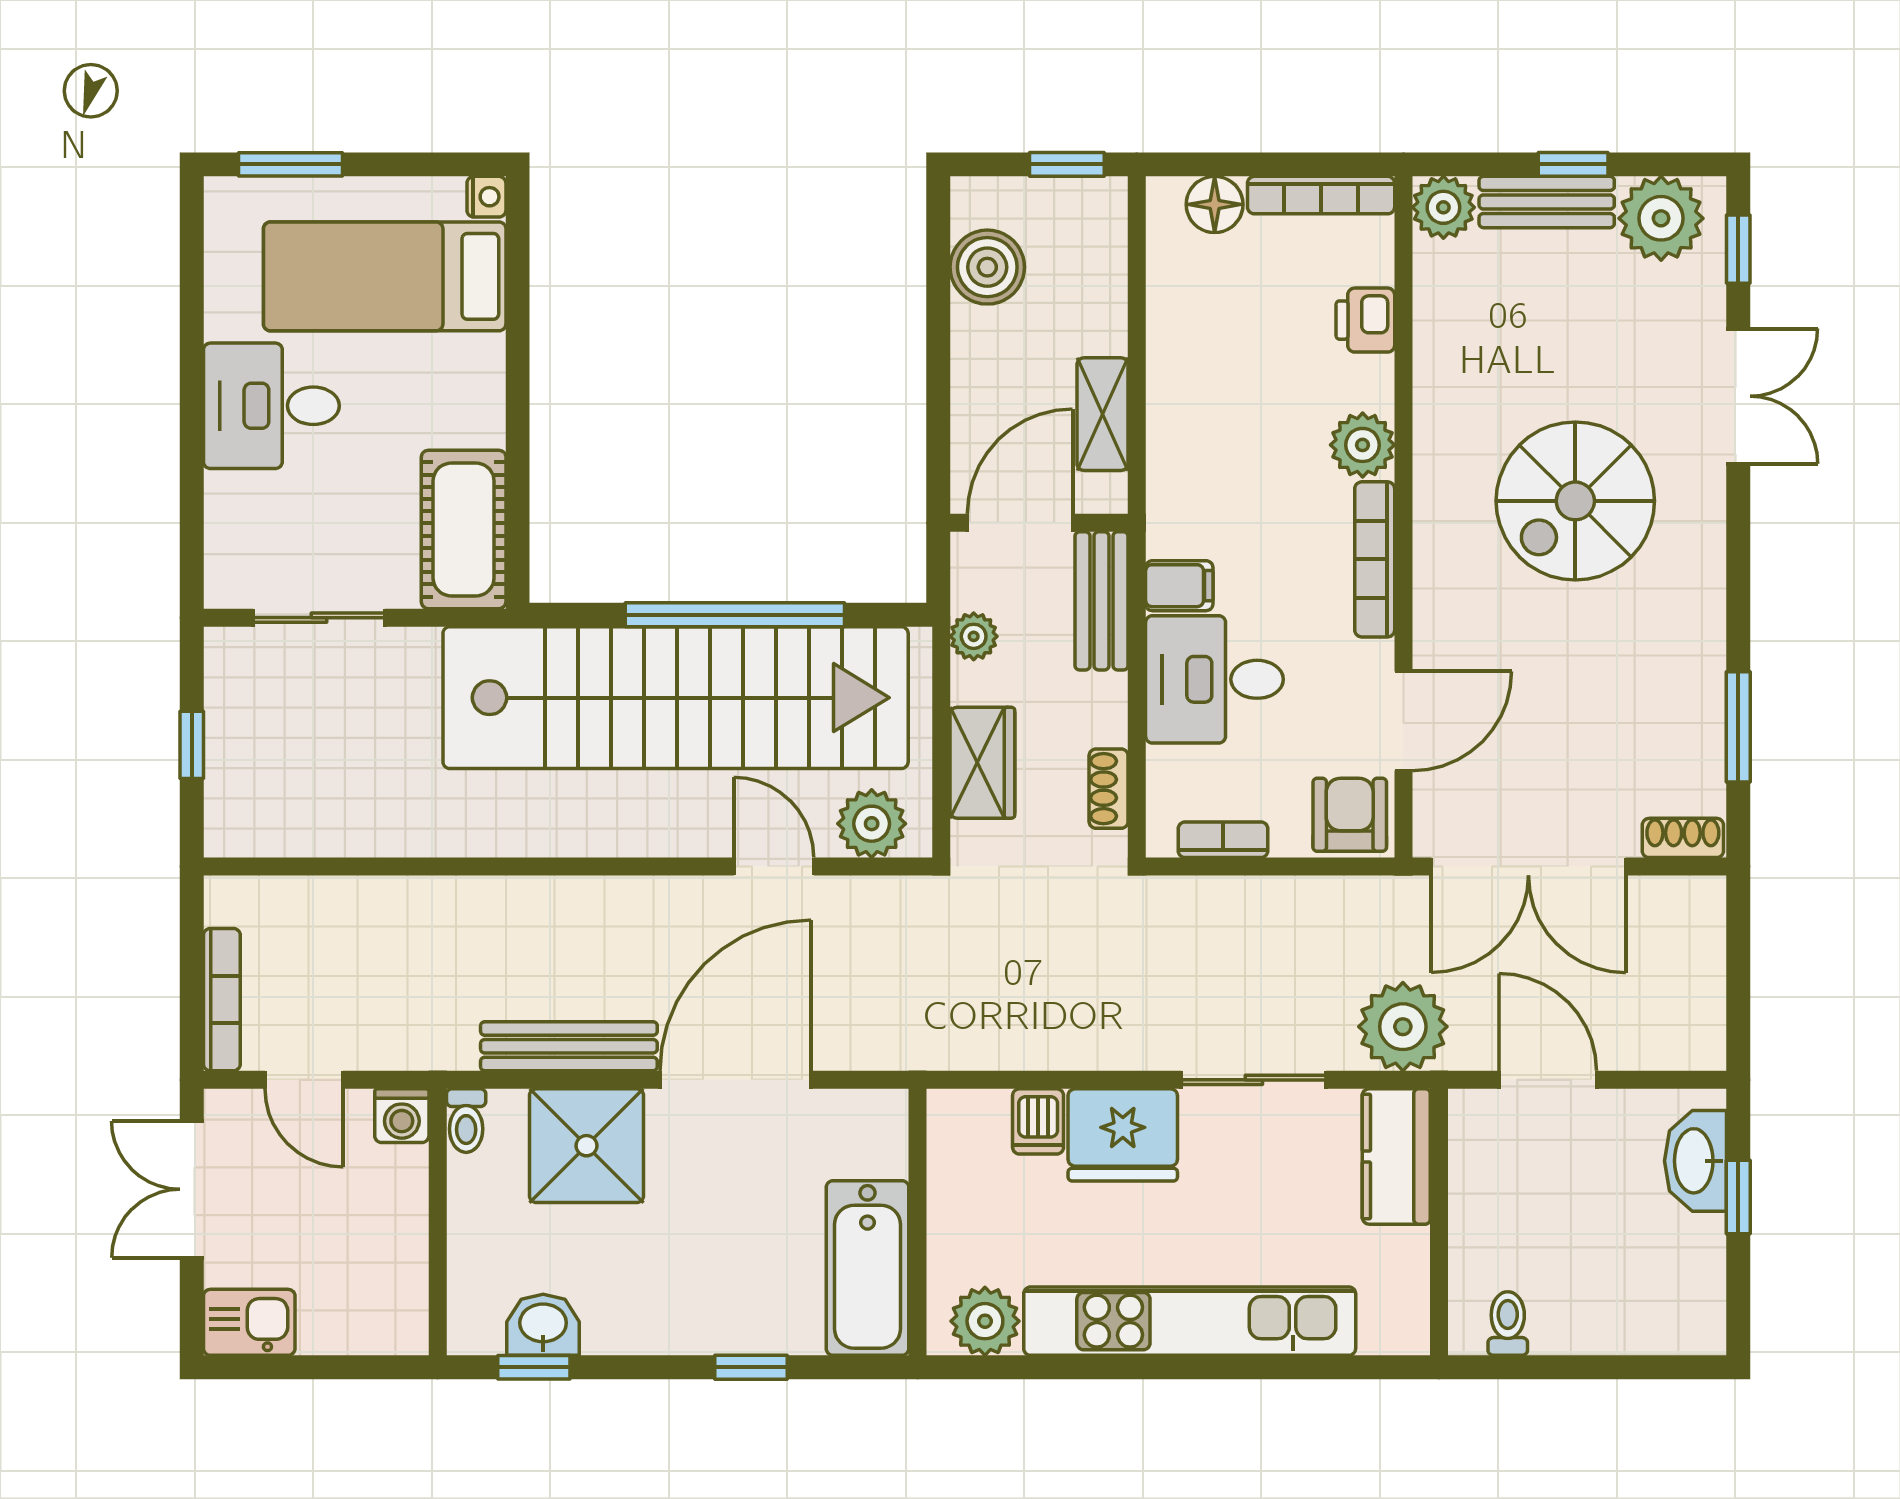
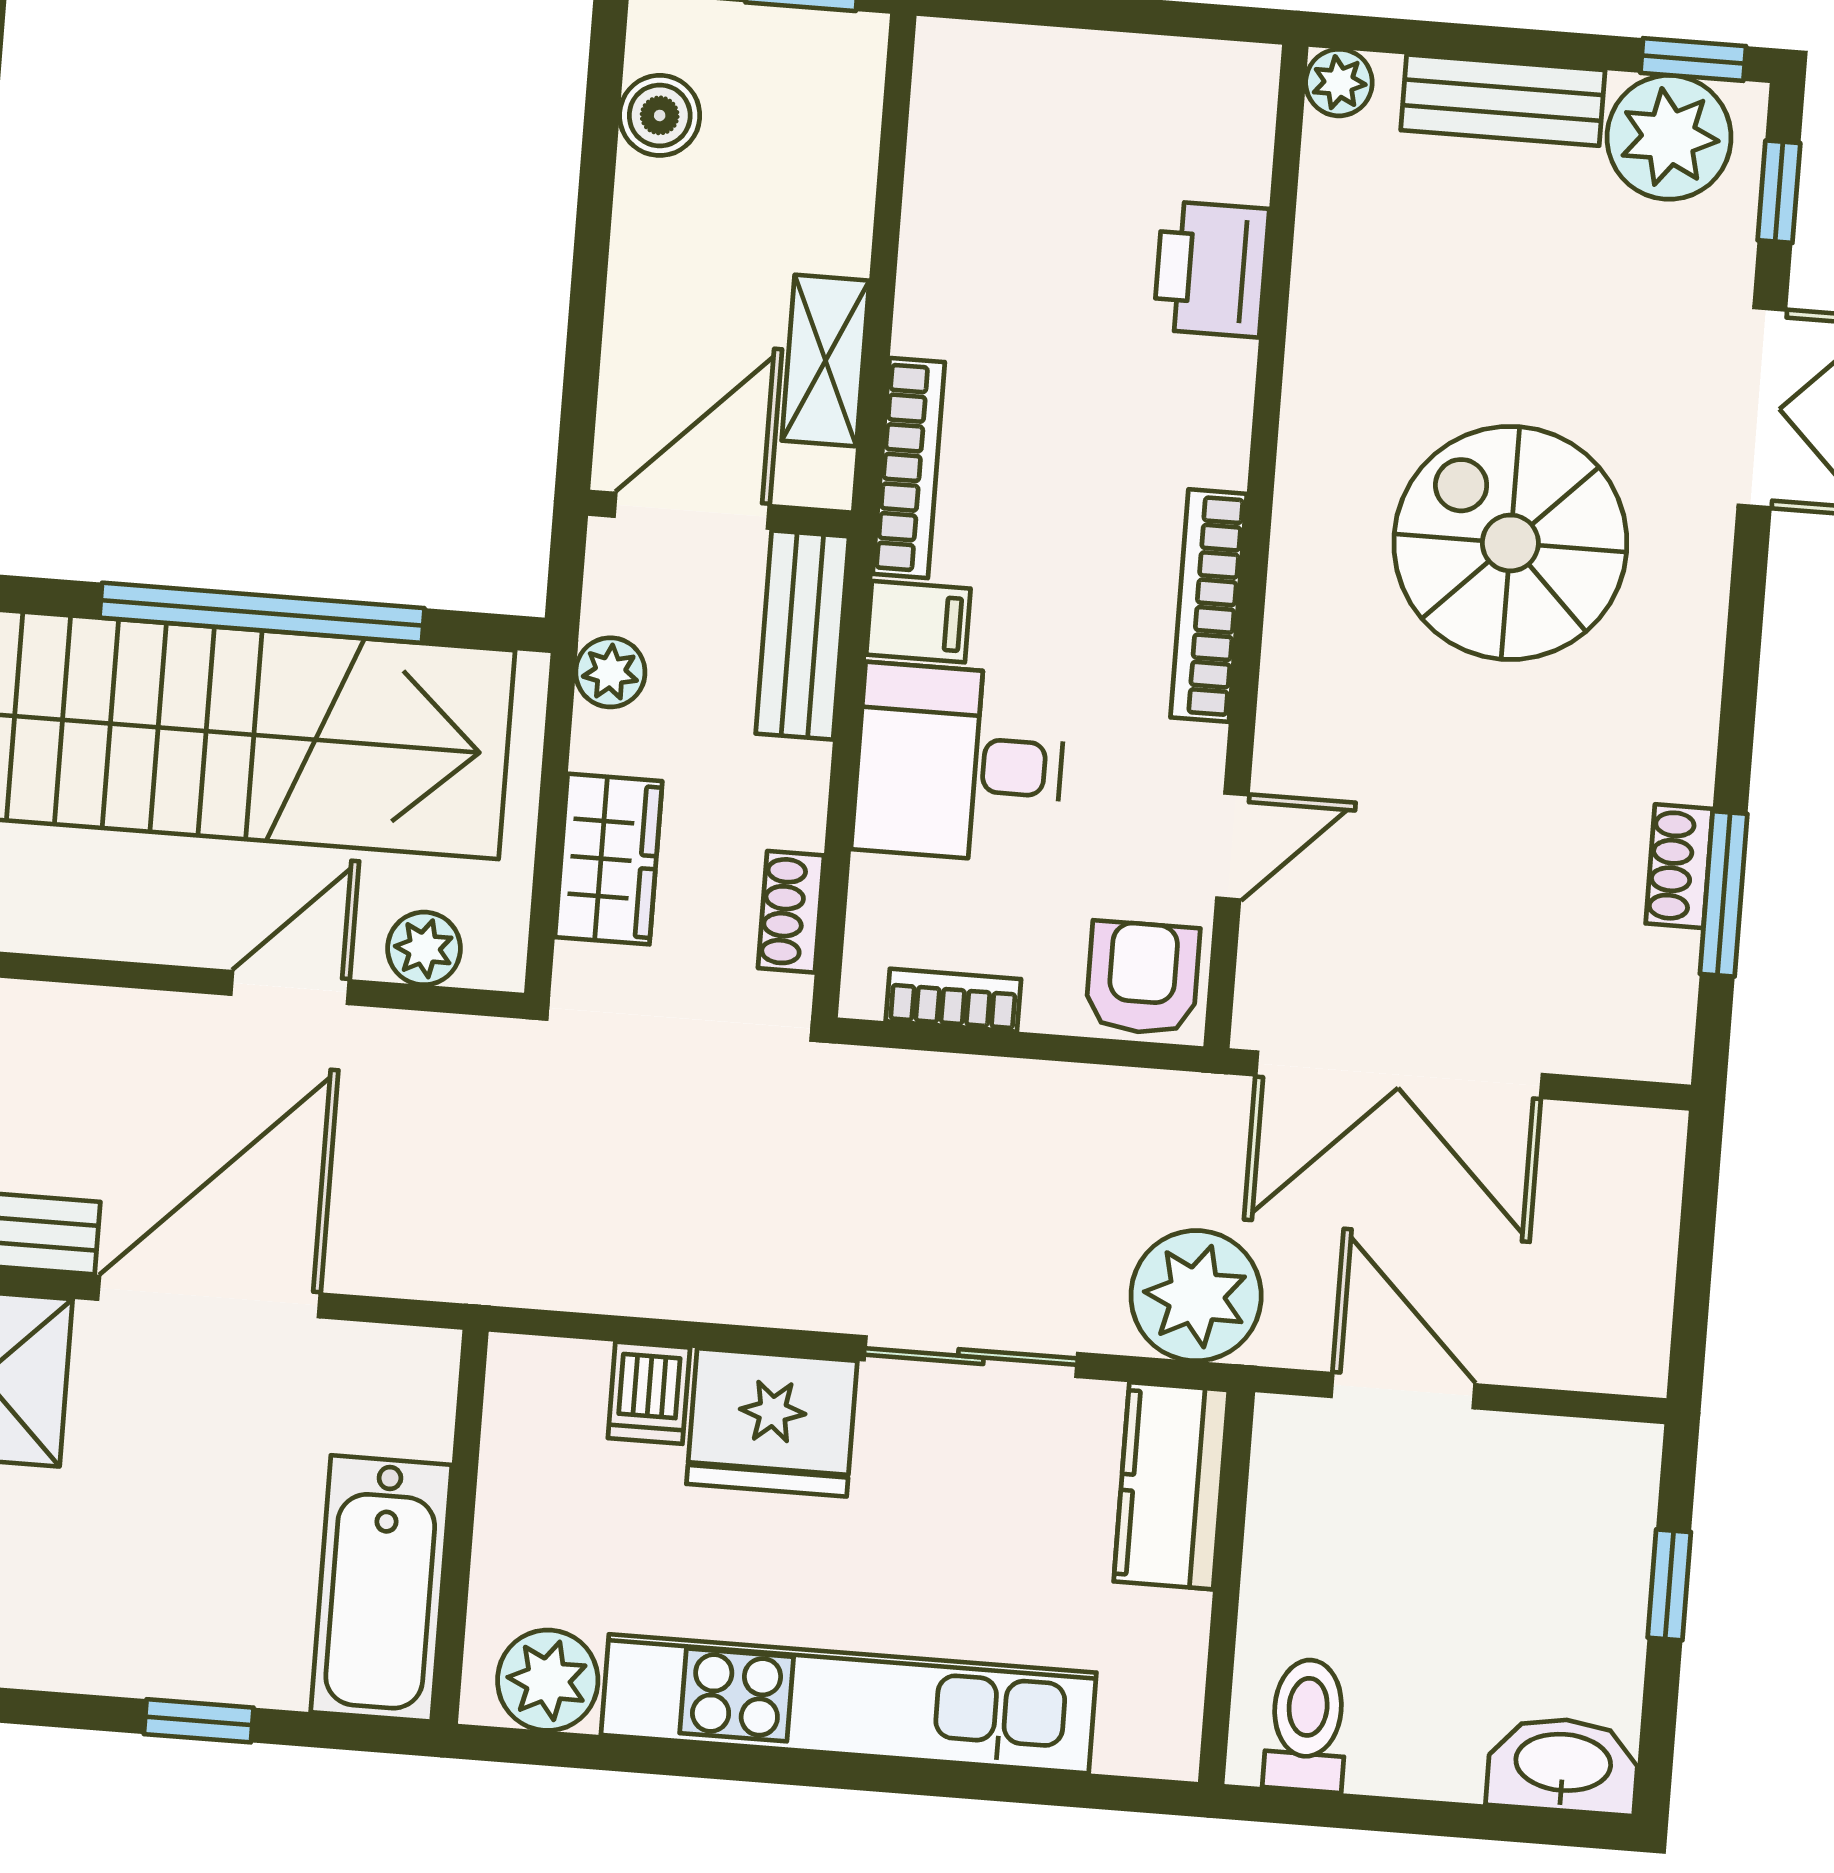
window: (1573, 164) -> (1693, 59), moved
bookcase: (1321, 195) -> (909, 468), moved, turned -90
floor lamp: (1215, 204) -> (1014, 65), removed
plant: (1443, 207) -> (1339, 83), width x0.73, depth x0.73
boiler: (987, 267) -> (660, 115), width x0.73, depth x0.73
printer: (1365, 320) -> (1211, 269), width x1.36, depth x1.24
plant: (1363, 445) -> (1204, 436), removed
spiral stairs: (1575, 501) -> (1510, 543), turned 90
door: (1403, 721) -> (1232, 846), width x0.73
plant: (872, 824) -> (424, 948), width x0.73, depth x0.73
shoe rack: (1683, 838) -> (1679, 866), moved, turned -90
door: (774, 867) -> (290, 988), hinge flipped
washbasin: (1696, 1161) -> (1563, 1765), moved, turned 90
toilet: (1508, 1323) -> (1307, 1725), width x1.37, depth x1.39

